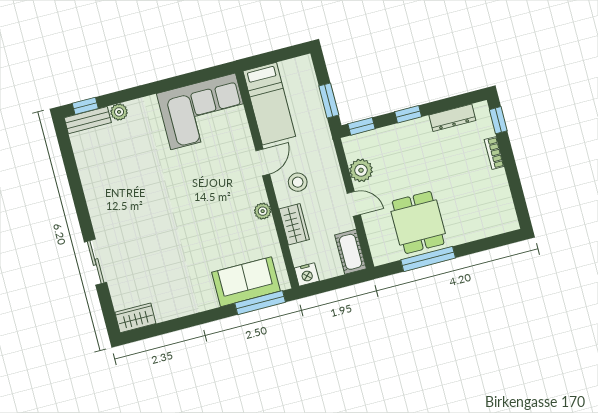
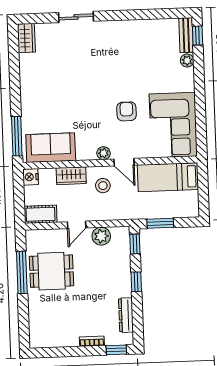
armchair: (199, 173) -> (127, 111), added
plant: (263, 211) -> (104, 153), moved
sofa: (246, 282) -> (51, 148), moved, turned -90

